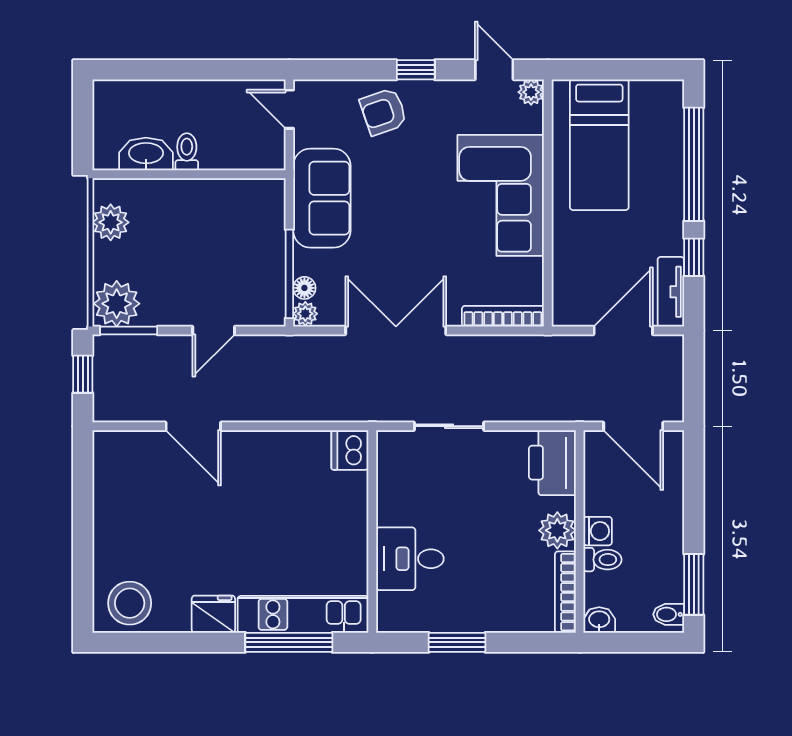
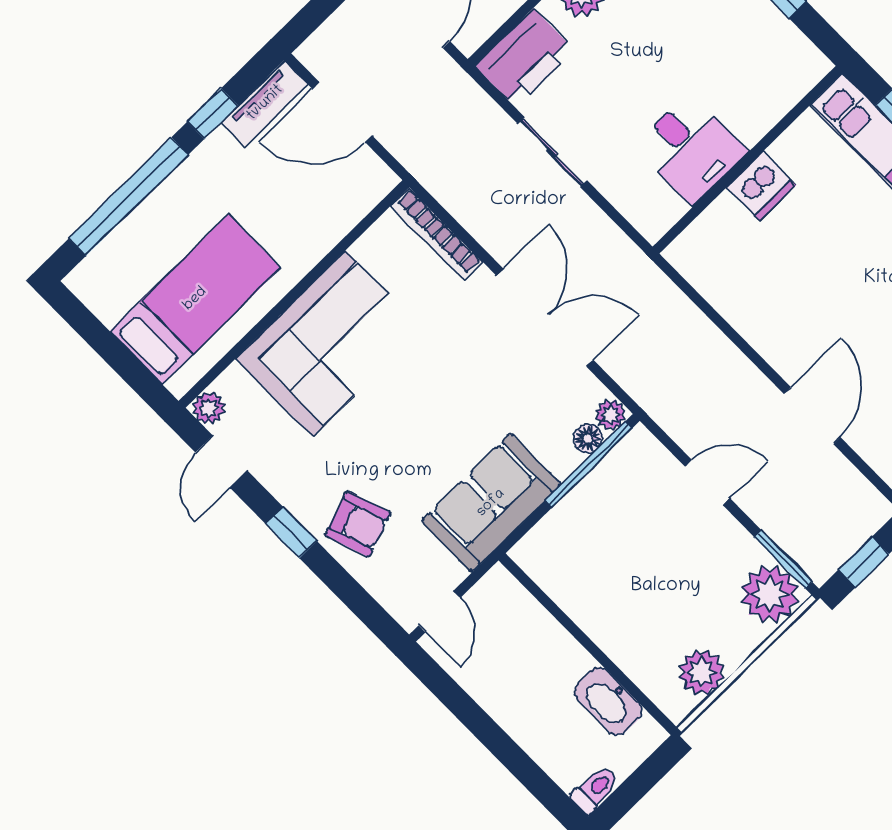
toilet: (187, 152) -> (595, 789), moved, turned 180
double door: (396, 331) -> (545, 318), swing flipped
sliding door: (449, 426) -> (552, 152), moved
dishwasher: (350, 450) -> (761, 186), moved
desk: (410, 559) -> (691, 149), moved

